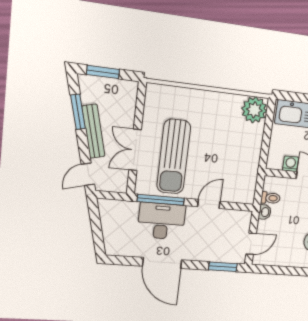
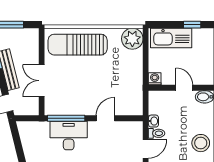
sun lounger: (174, 157) -> (78, 45), moved, turned 90
washing machine: (291, 164) -> (155, 79), moved
toilet: (270, 198) -> (157, 133), moved

